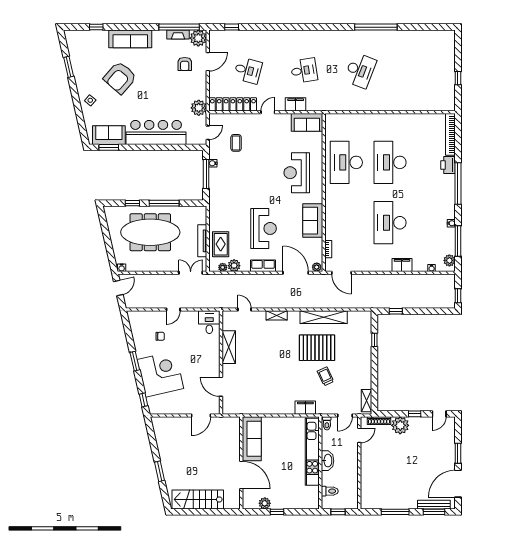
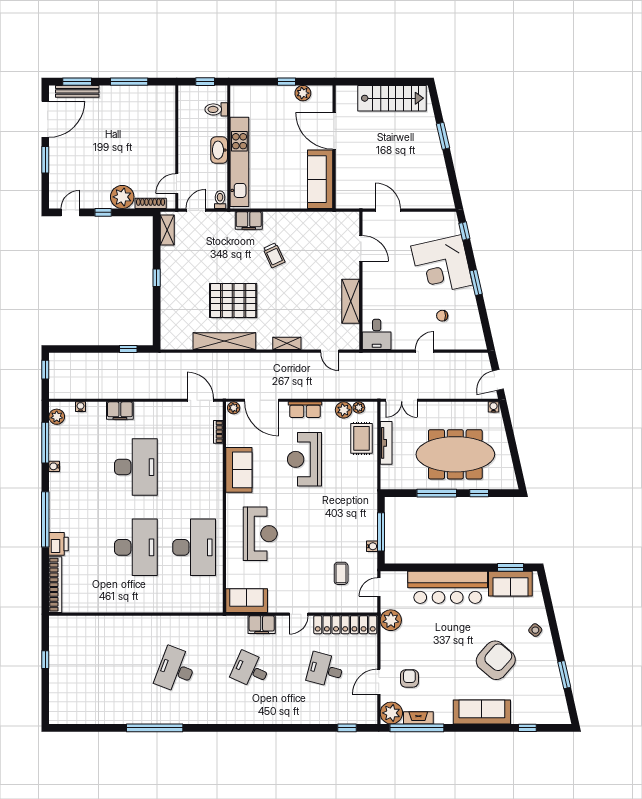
desk: (304, 70) -> (251, 670), turned 33
window: (374, 340) -> (157, 278), moved
trolley: (325, 376) -> (274, 255), moved
door: (201, 416) -> (388, 210), hinge flipped

